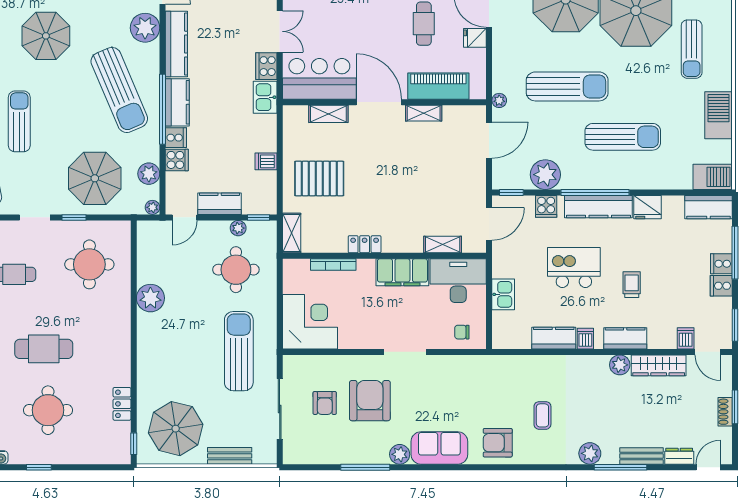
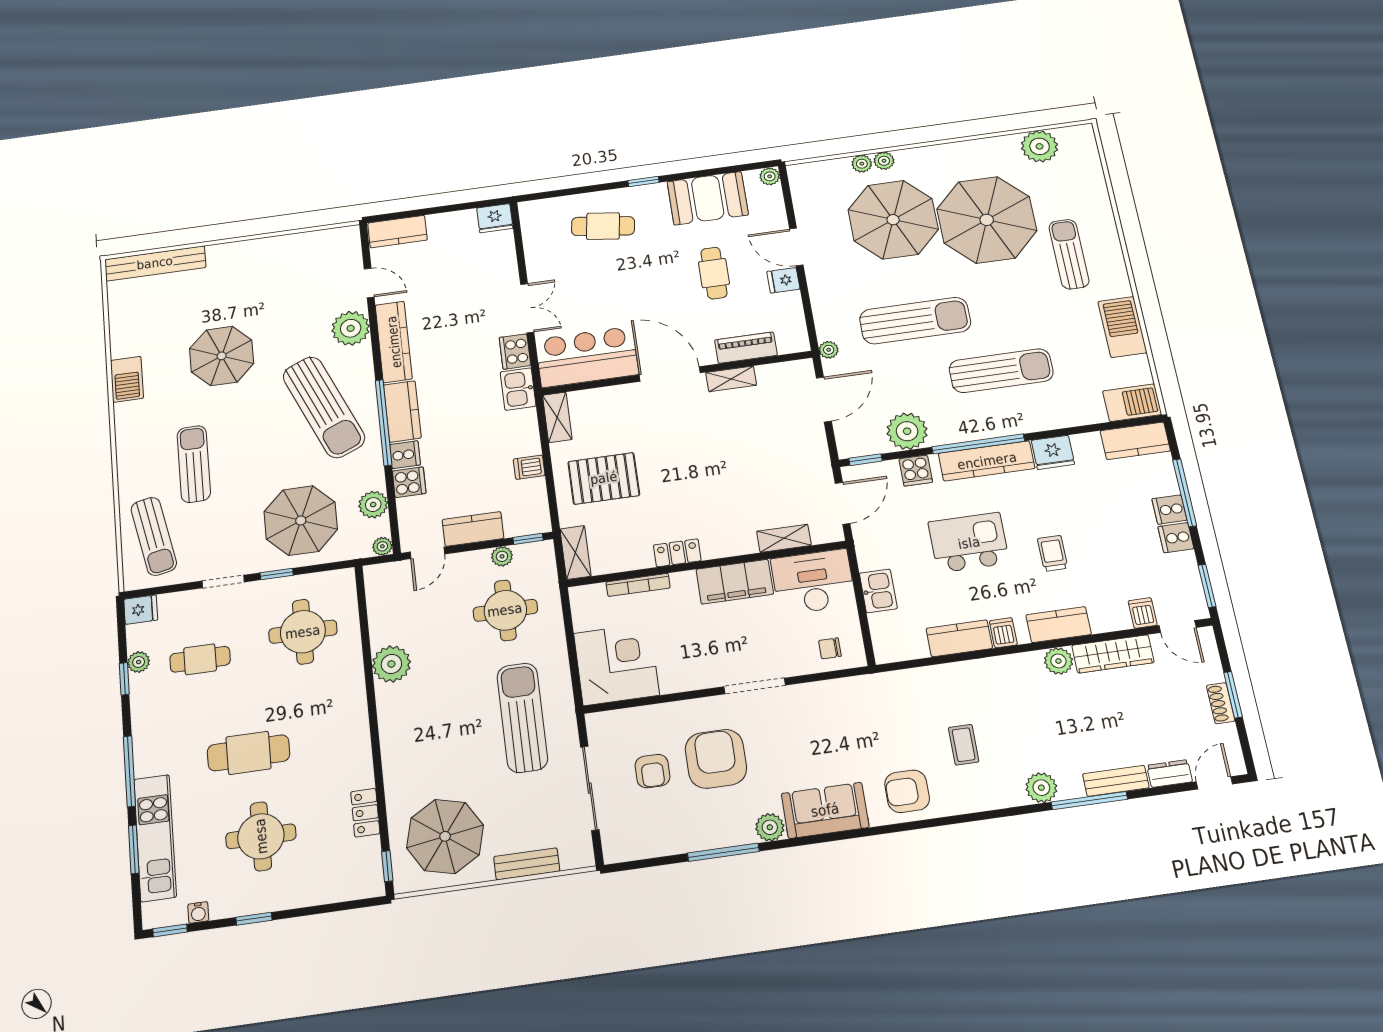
sun lounger: (692, 49) -> (1069, 254), turned 180
piano: (438, 86) -> (746, 348), width x0.73, depth x0.75
shelving: (328, 114) -> (557, 417), moved, turned 90

